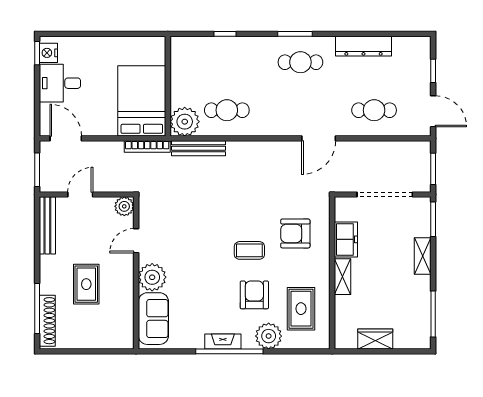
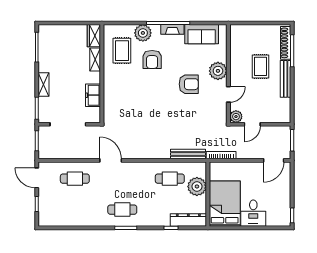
dresser: (363, 46) -> (188, 220), moved
nightstand: (48, 53) -> (285, 216), removed
desk: (60, 83) -> (253, 213), moved, turned 90
bed: (142, 101) -> (225, 204), moved, turned 180
plant: (185, 122) -> (197, 186), moved
door: (66, 138) -> (274, 160), hinge flipped
door: (319, 138) -> (111, 160), hinge flipped
door: (80, 195) -> (252, 124), moved
bench: (47, 225) -> (286, 79), moved
armchair: (295, 233) -> (189, 84), moved
coffee table: (249, 250) -> (155, 88), removed
shelving: (343, 277) -> (95, 60), moved
sofa: (153, 319) -> (202, 34), moved, turned -90
wardrobe: (375, 339) -> (94, 36), moved, turned 90

